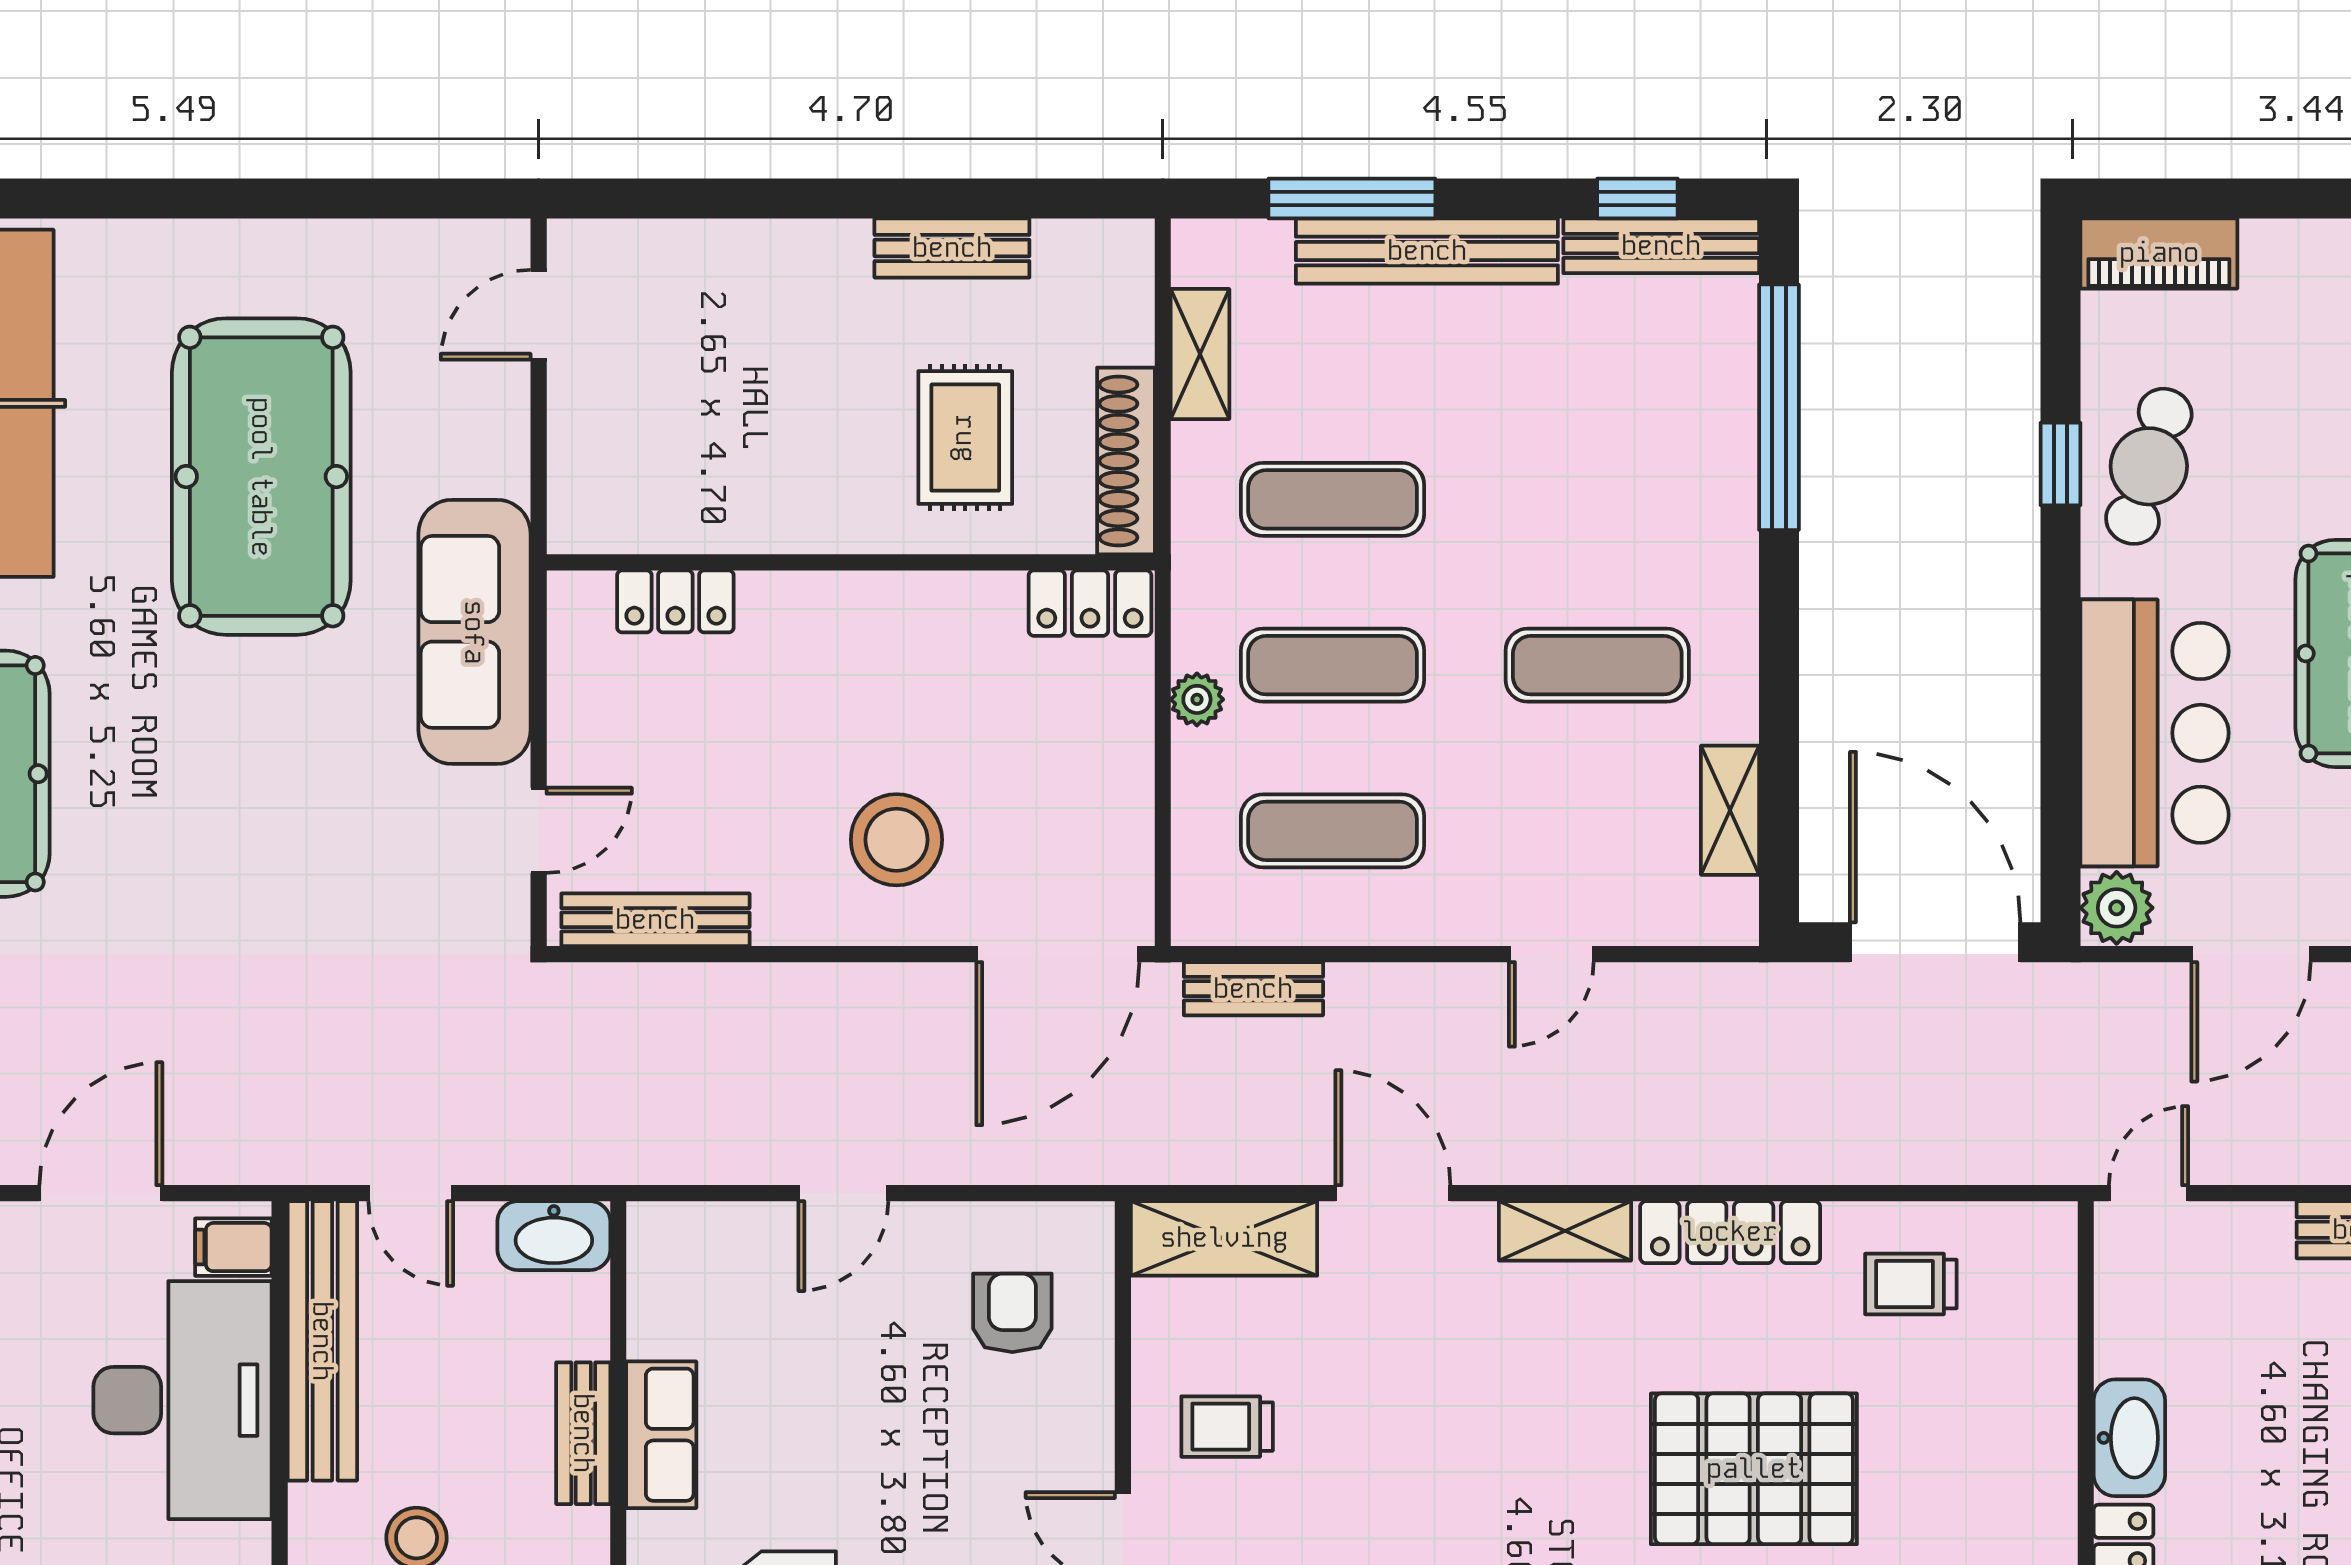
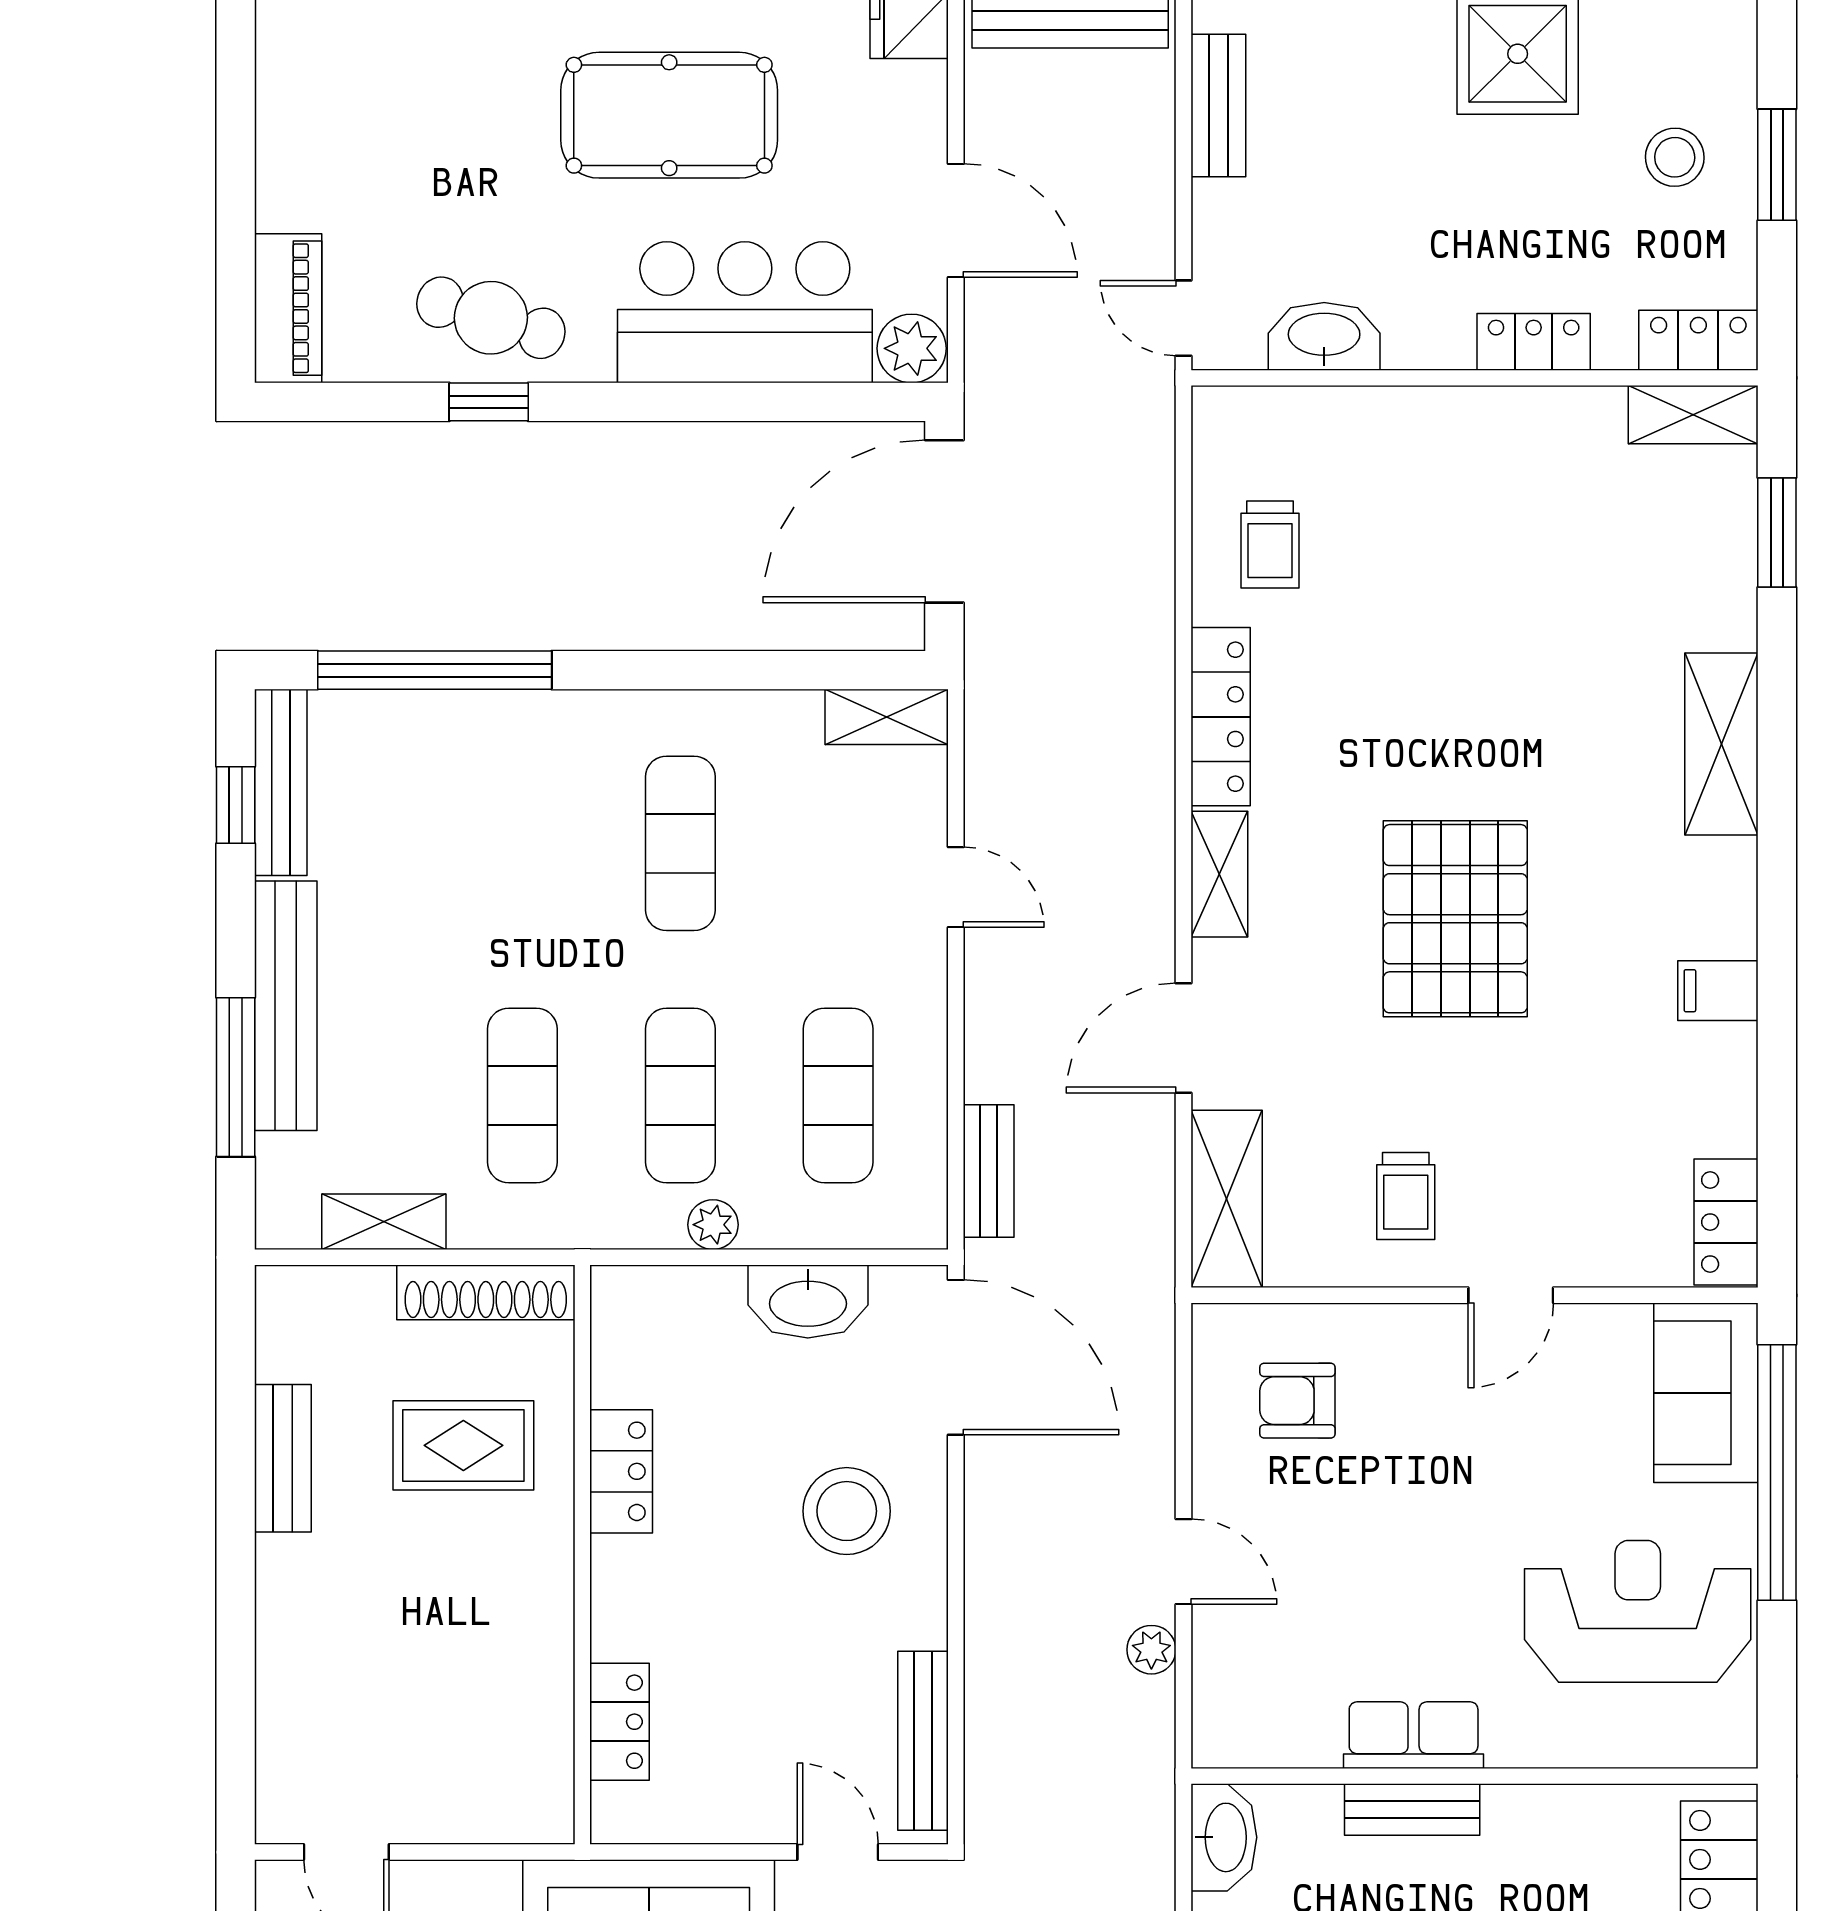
locker: (1090, 603) -> (621, 1471), moved
washbasin: (1116, 799) -> (808, 1301), added
shelving: (1730, 810) -> (887, 717), moved
plant: (751, 1160) -> (1151, 1650), added
washbasin: (2129, 1438) -> (1324, 336), moved
pallet: (1754, 1469) -> (1455, 919), moved

